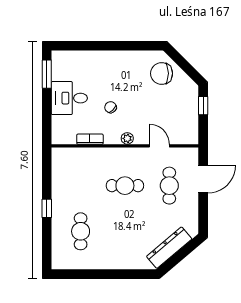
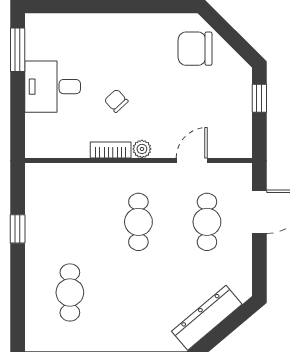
bookcase: (90, 139) -> (111, 150), moved
door: (159, 146) -> (192, 161), hinge flipped
cafe table: (125, 186) -> (138, 222), turned 90
window: (47, 208) -> (18, 229), moved

